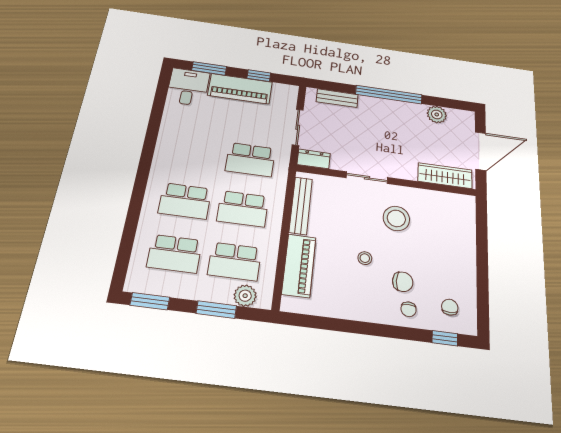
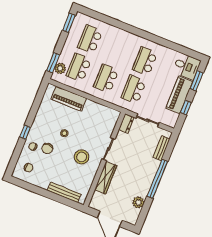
wardrobe: (445, 176) -> (106, 178), moved
school desk: (185, 201) -> (145, 61), moved
bench: (301, 205) -> (64, 192), moved
window: (216, 310) -> (53, 63), moved
window: (445, 338) -> (25, 132), moved

